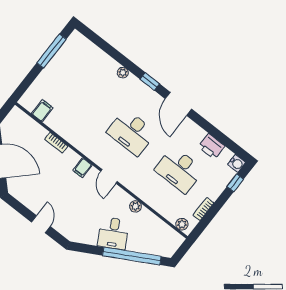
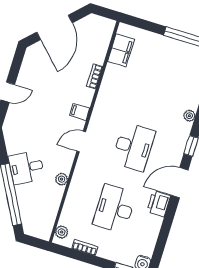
filing cabinet: (42, 111) -> (121, 50), width x2.00
desk: (131, 132) -> (133, 147), turned 180
printer: (211, 146) -> (159, 204), moved

